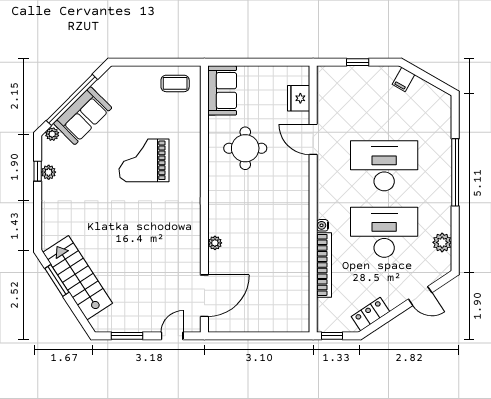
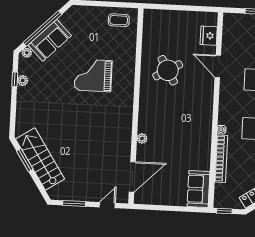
sofa: (222, 90) -> (199, 189), moved, turned 180
round table: (245, 148) -> (168, 70), turned -30

